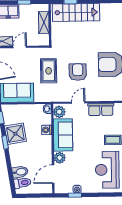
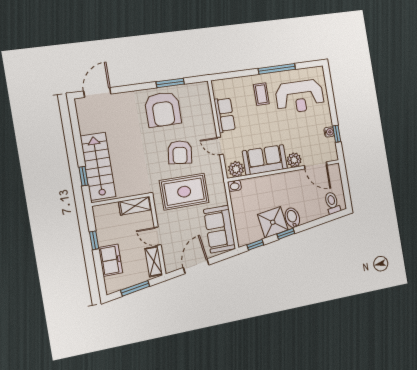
shelving: (44, 22) -> (135, 206), moved
rug: (49, 71) -> (184, 192), width x1.36, depth x1.43
armchair: (78, 72) -> (180, 152), turned -83
washing machine: (47, 130) -> (262, 182), removed
bidet: (20, 172) -> (292, 218), moved

